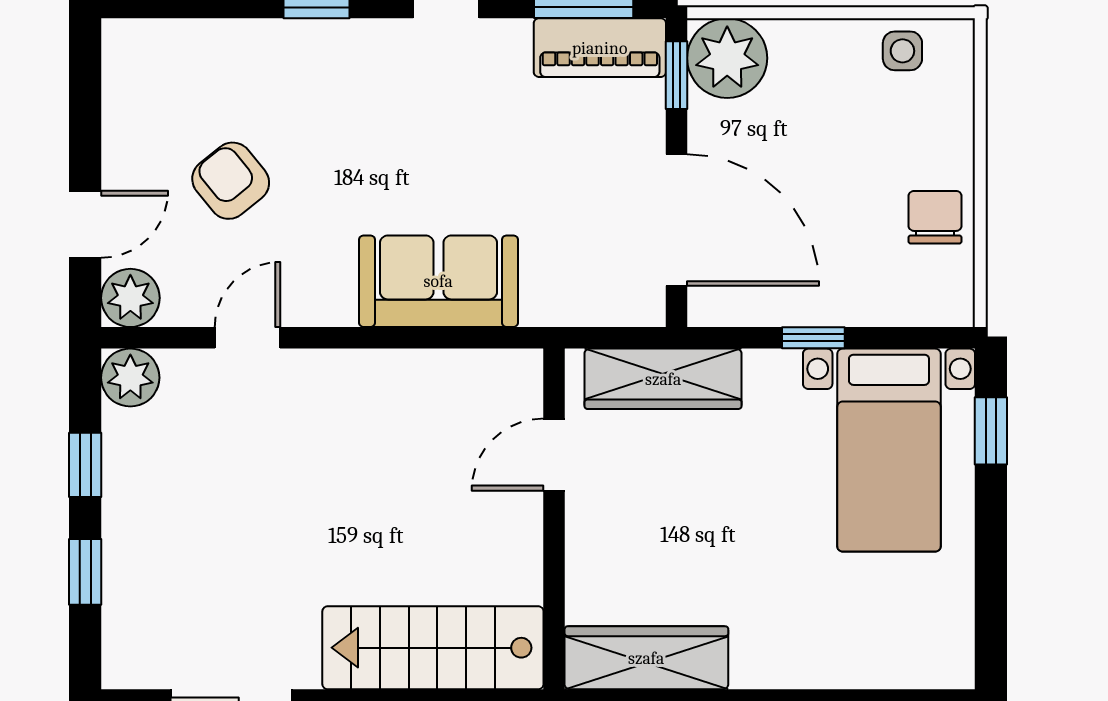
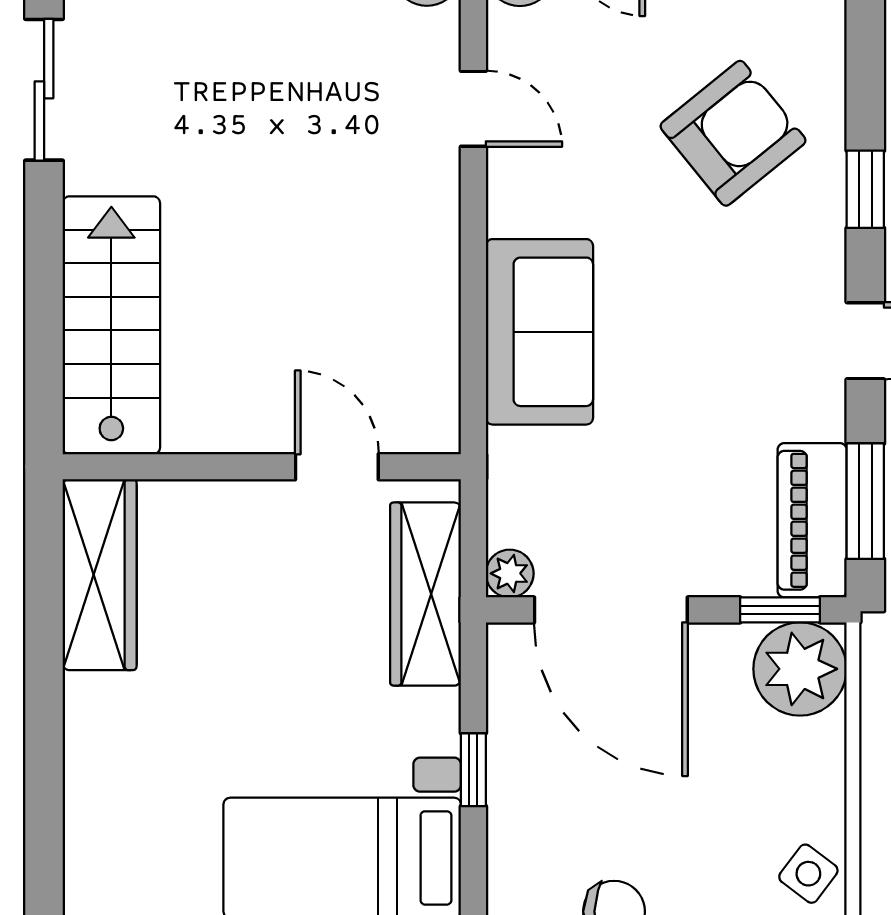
side table: (902, 51) -> (808, 874), turned 37
armchair: (231, 181) -> (733, 133), moved, width x1.38, depth x1.38
door: (677, 220) -> (611, 610), hinge flipped
plant: (645, 307) -> (510, 573), added

